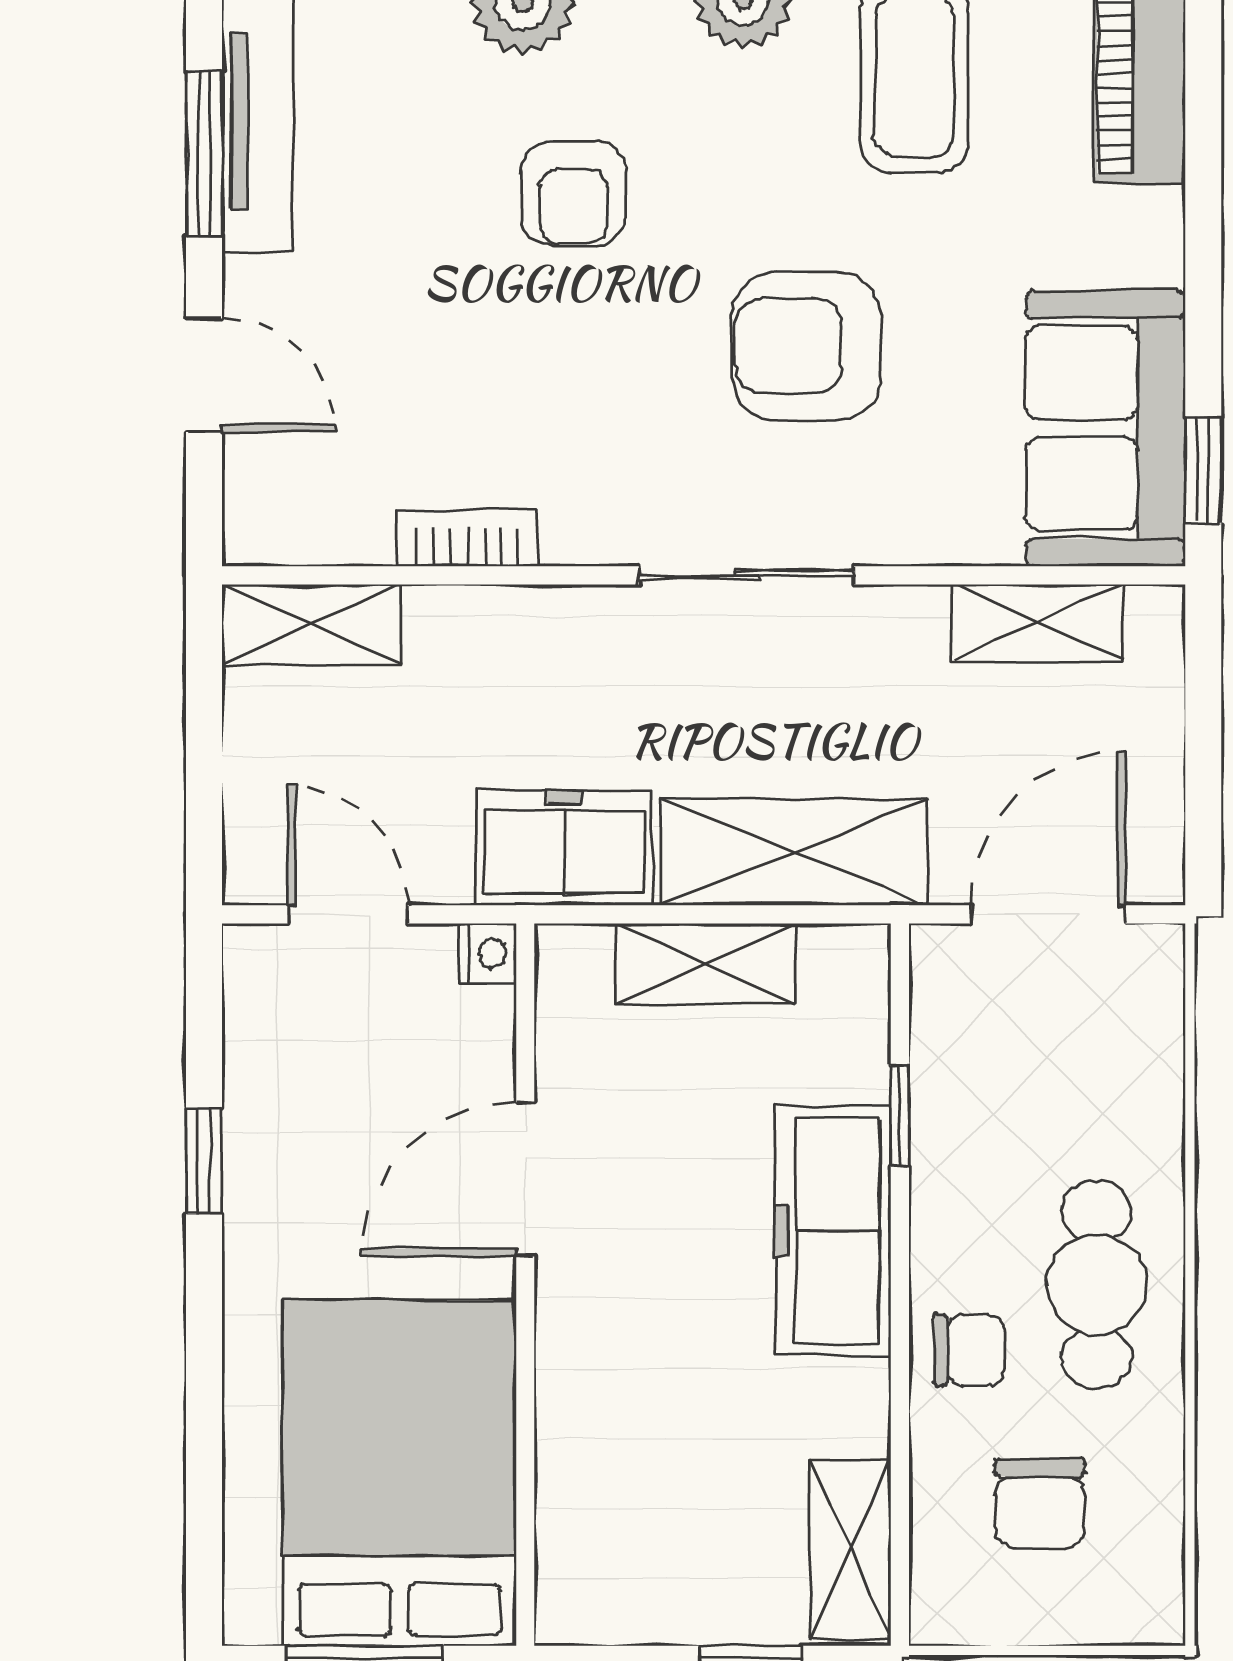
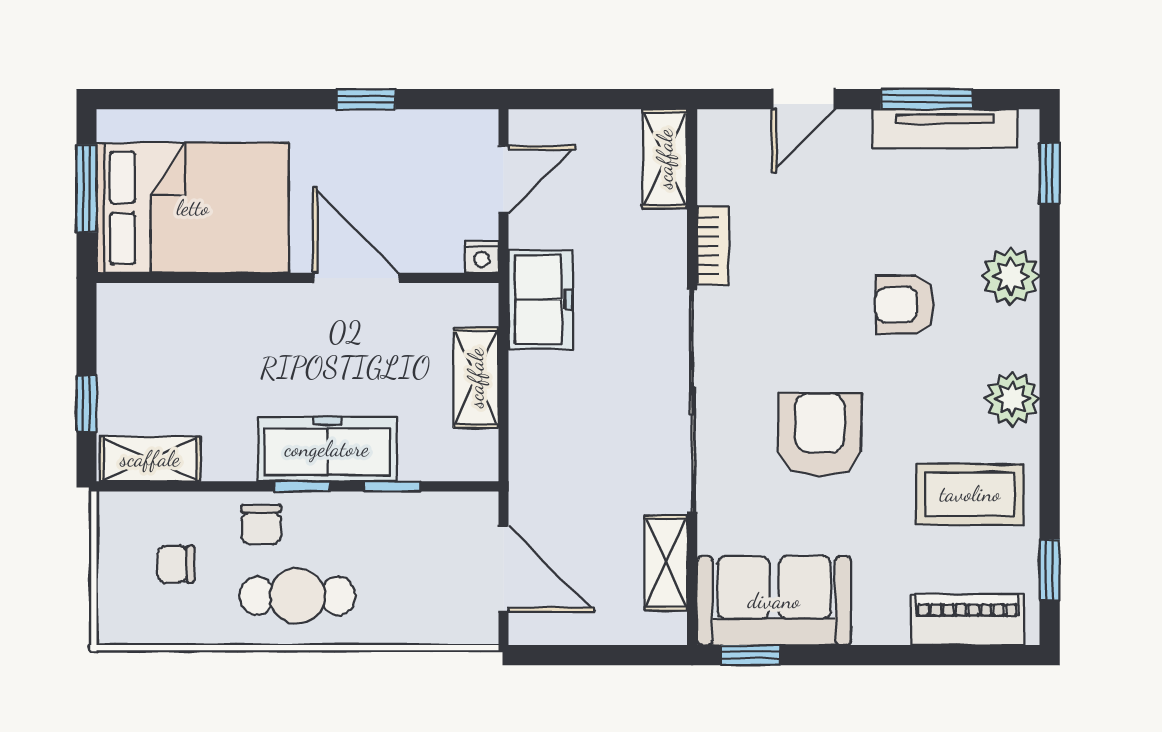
sliding door: (746, 575) -> (692, 401), width x1.86
shelving: (794, 852) -> (538, 428), removed
window: (900, 1276) -> (302, 486), added
chair: (1040, 1504) -> (176, 564), width x0.73, depth x0.73

